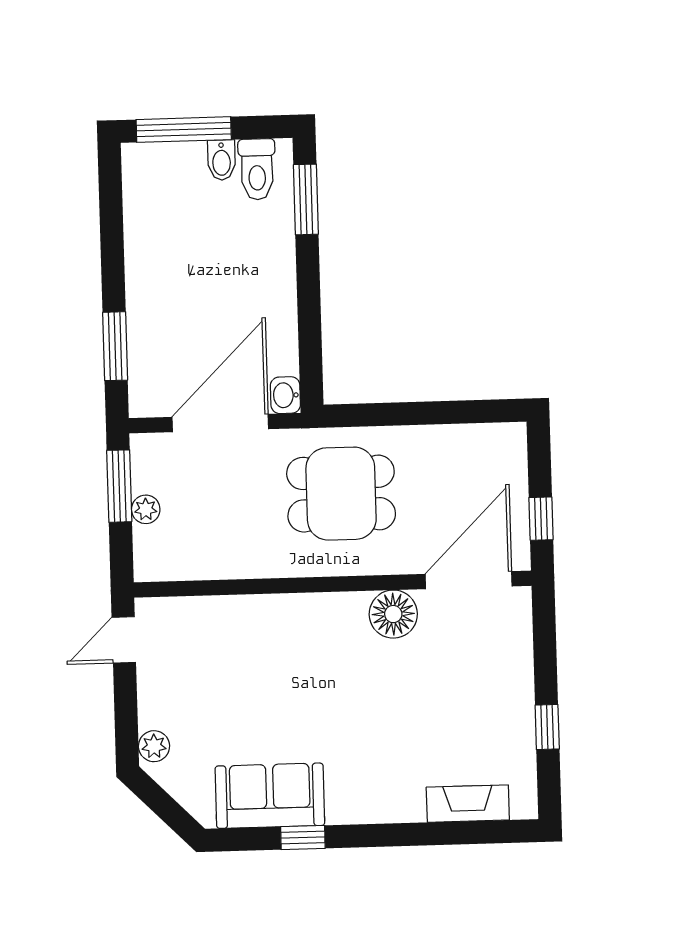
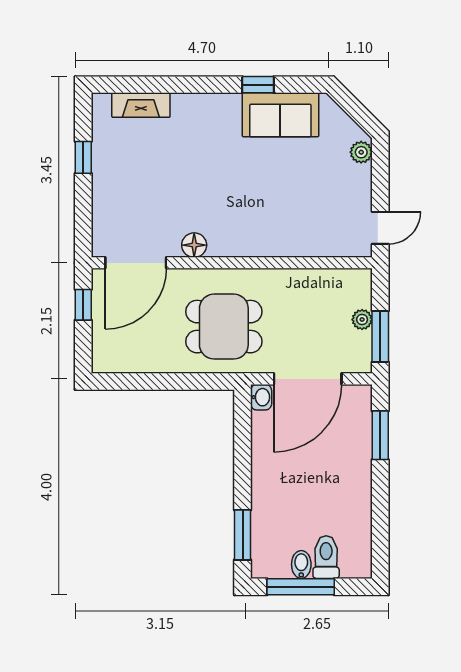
window: (184, 130) -> (301, 587), moved
toilet: (257, 169) -> (326, 557), moved
floor lamp: (393, 614) -> (194, 245), width x0.73, depth x0.73

